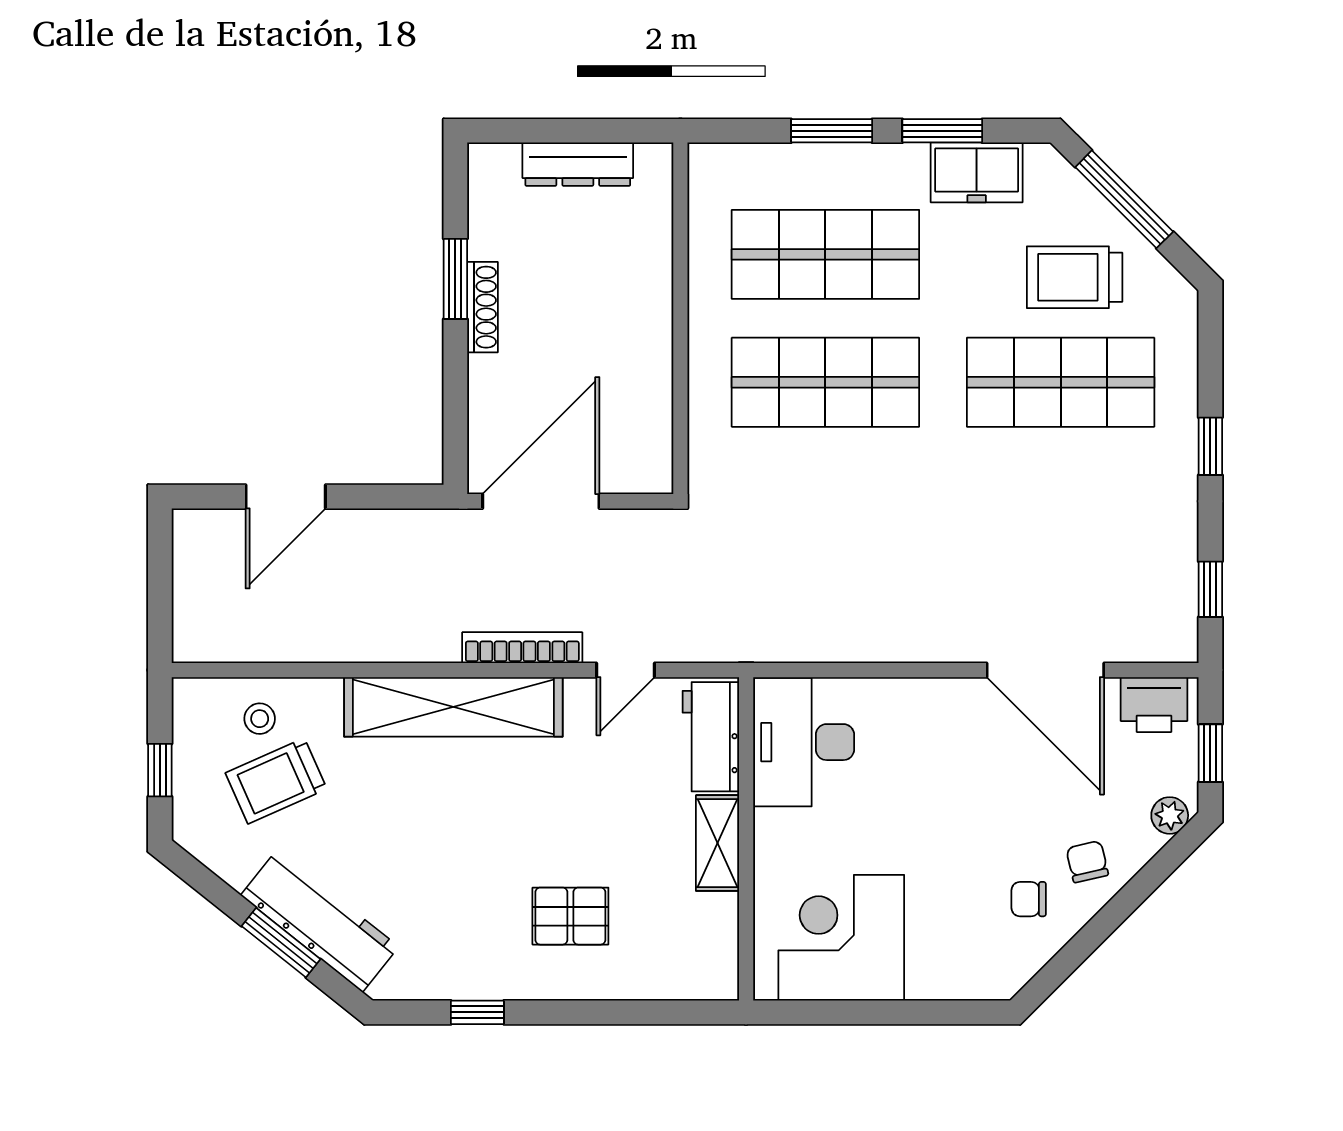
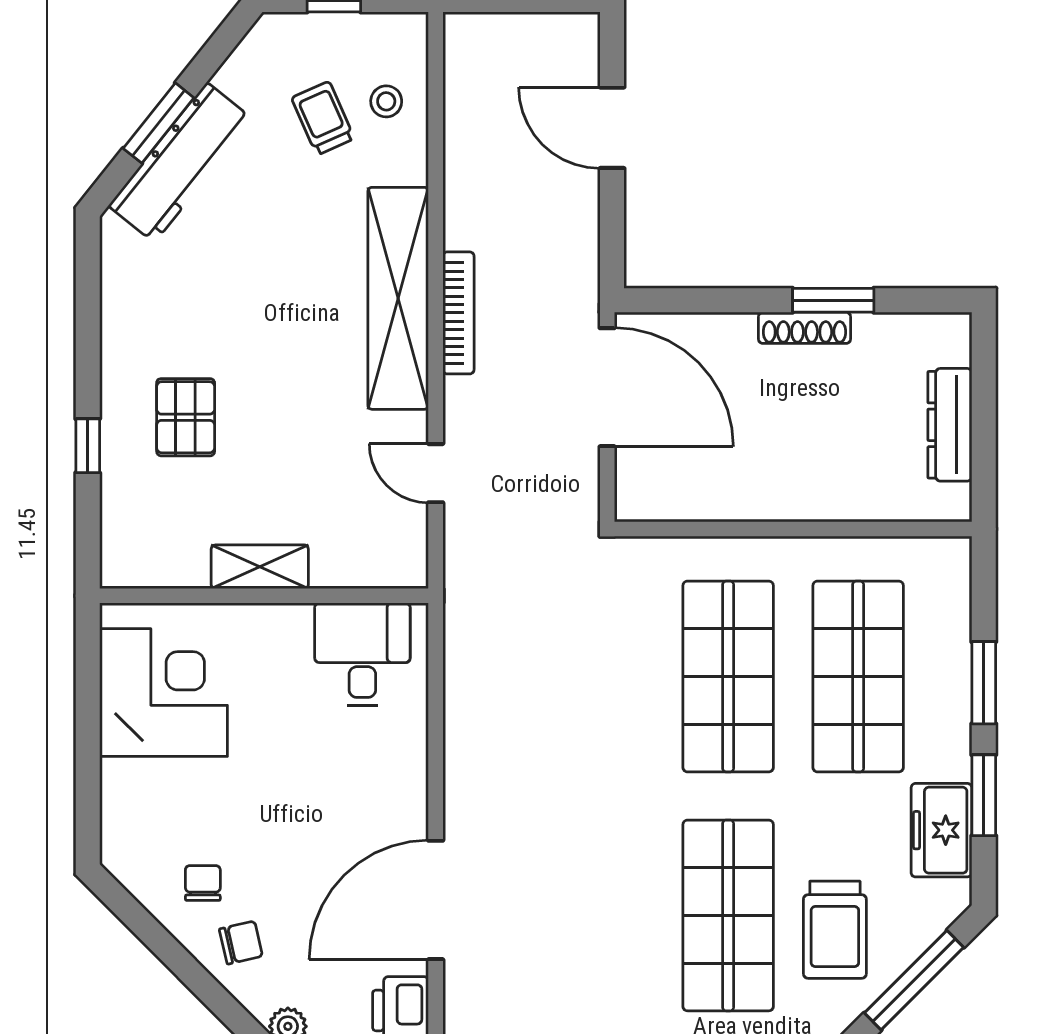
trolley: (1075, 277) -> (835, 930), turned 180
bookcase: (522, 648) -> (458, 313), moved
workbench: (711, 737) -> (368, 560), removed
desk: (804, 742) -> (362, 654), width x0.73
trolley: (276, 781) -> (323, 118), width x0.73, depth x0.72
window: (477, 1012) -> (88, 446), moved

